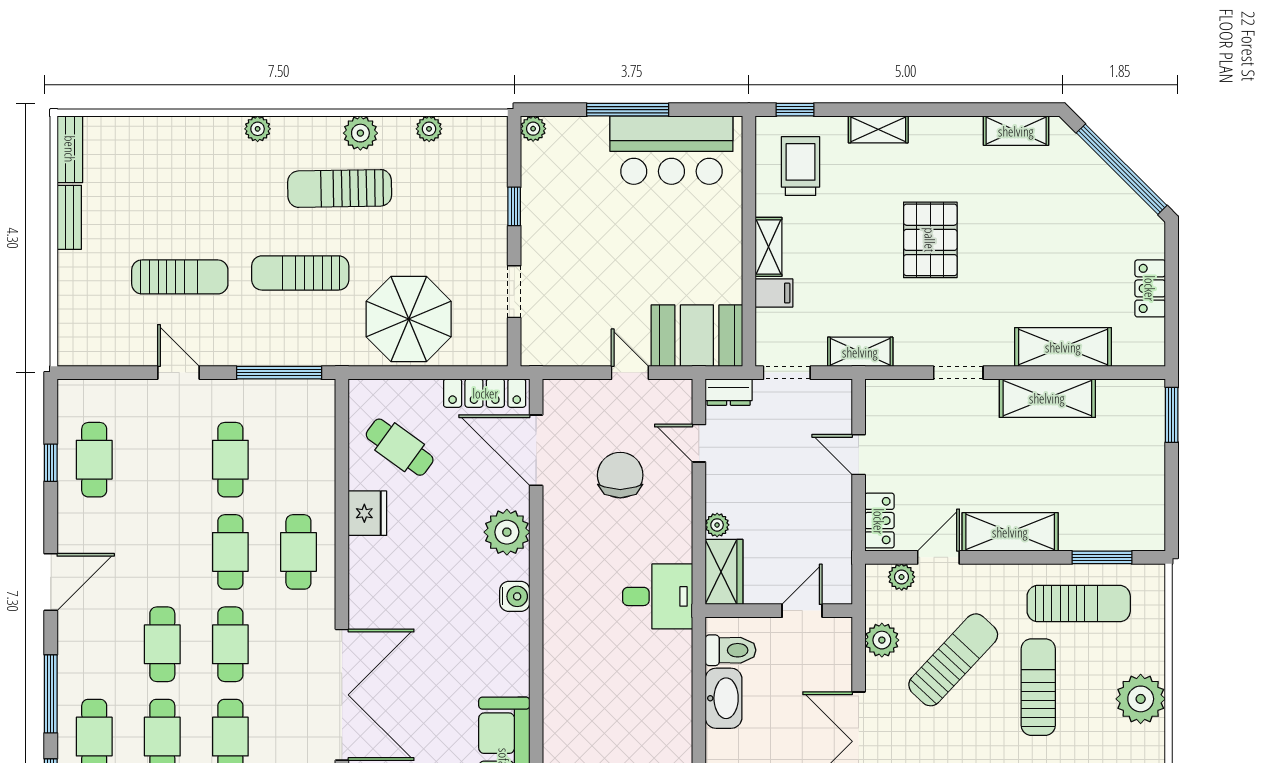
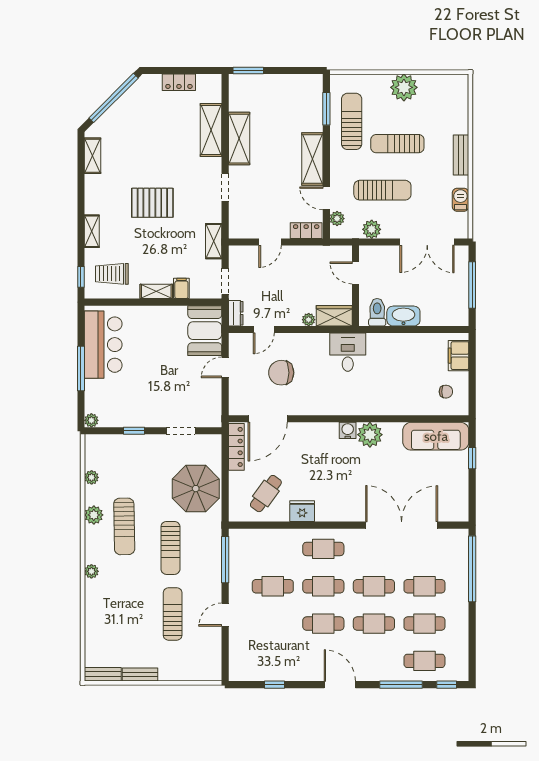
cafe table: (94, 460) -> (323, 624), moved
plant: (507, 532) -> (370, 435), moved
sun lounger: (953, 660) -> (382, 190), turned 137

